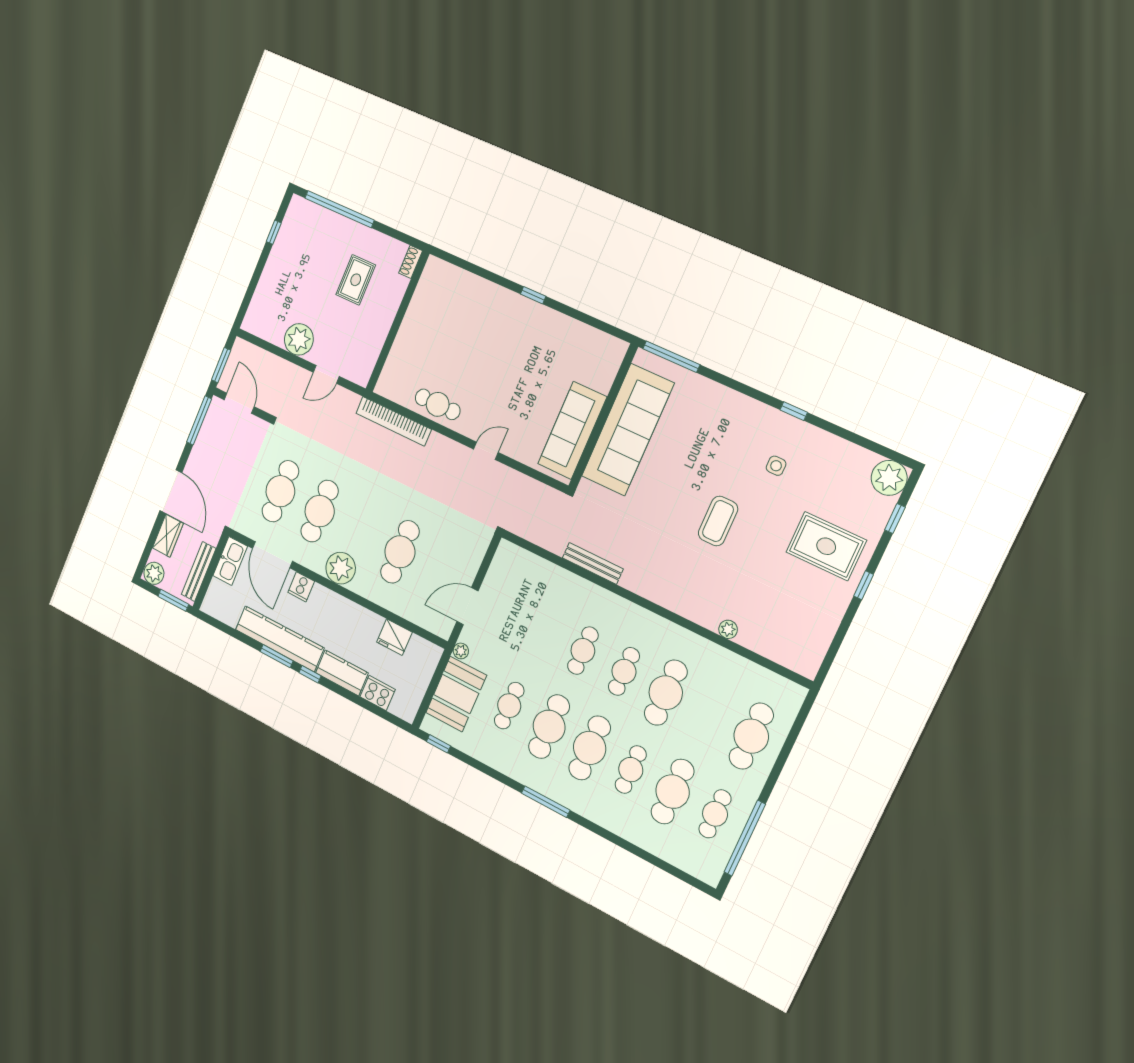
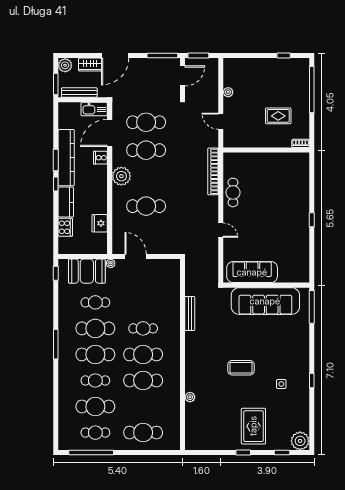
plant: (299, 339) -> (228, 92), width x0.53, depth x0.53
cafe table: (624, 671) -> (143, 354), width x1.37, depth x1.35

